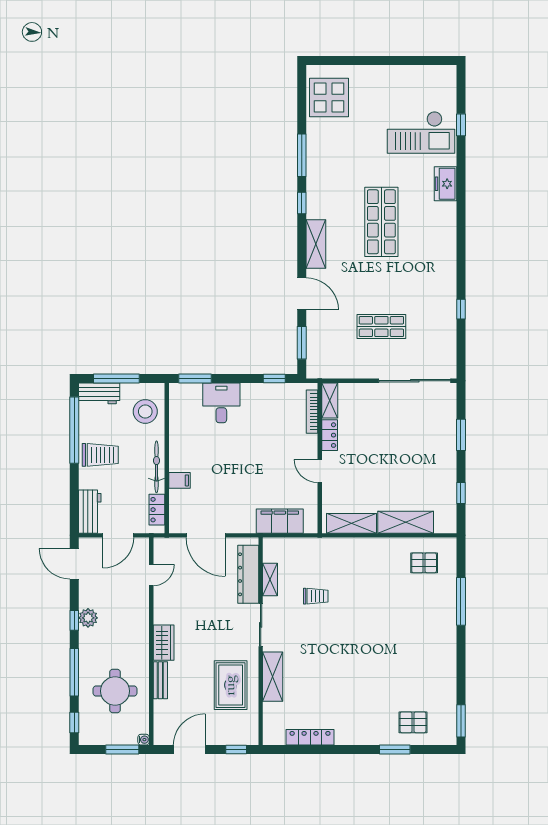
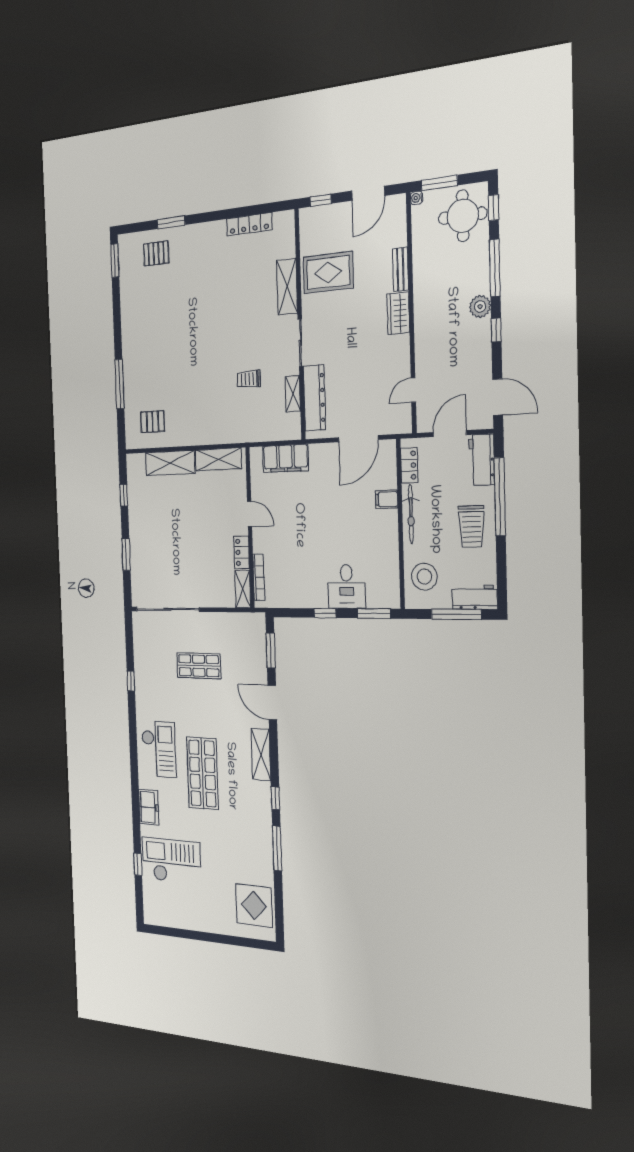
checkout: (431, 243) -> (159, 749), added
window: (274, 378) -> (325, 613), moved
window: (74, 430) -> (500, 497), moved
trolley: (100, 455) -> (472, 526), turned -90
door: (206, 535) -> (358, 439), swing flipped
plant: (88, 618) -> (480, 307), moved
rug: (231, 685) -> (328, 272), turned 90
round table: (115, 691) -> (463, 216), moved

